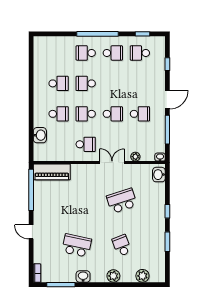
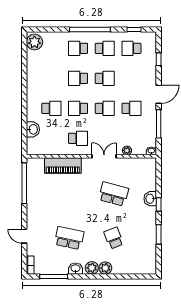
plant: (41, 47) -> (34, 42), added
school desk: (59, 83) -> (105, 78), moved
piano: (52, 172) -> (63, 166), moved
washbasin: (159, 175) -> (150, 199), moved
school desk: (122, 201) -> (114, 194), turned 33
door: (31, 232) -> (24, 236), moved
plant: (142, 276) -> (92, 268), moved

